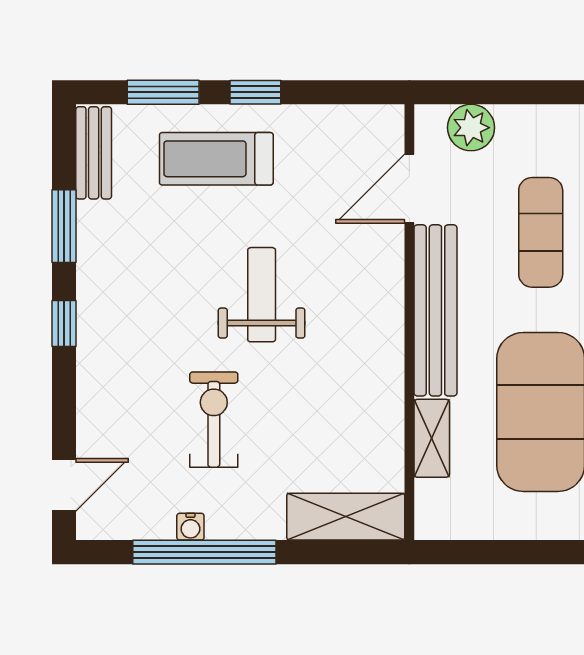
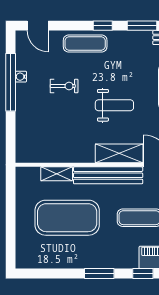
exercise mat: (108, 367) -> (85, 43), added
exercise bike: (214, 420) -> (64, 86), width x0.73, depth x0.72
shelving: (346, 517) -> (119, 153), moved, turned 90

